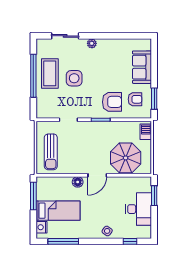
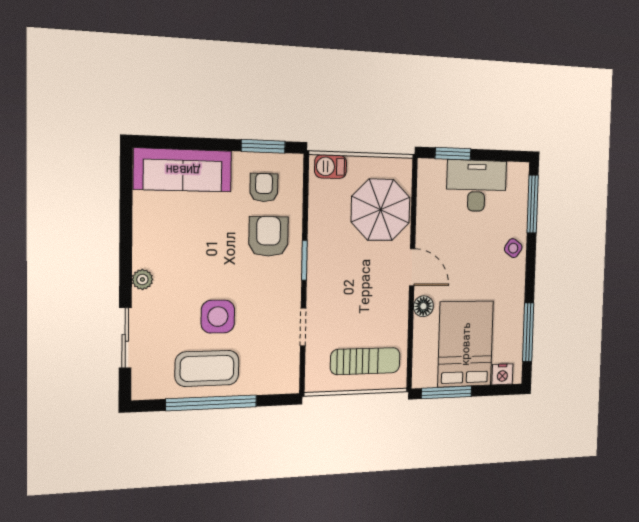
sofa: (142, 67) -> (183, 170), width x1.36
bed: (58, 211) -> (466, 344), width x1.50
window: (130, 241) -> (533, 204), width x2.17

